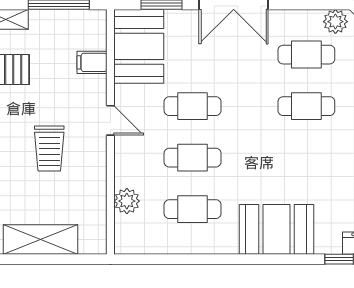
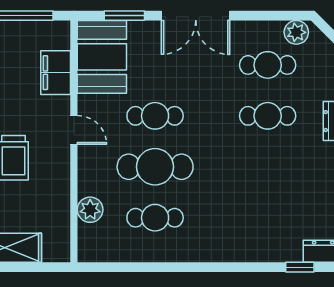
filing cabinet: (92, 62) -> (56, 73), width x2.00
cafe table: (193, 158) -> (155, 167), width x1.37, depth x1.35
booth: (276, 229) -> (238, 238), removed

